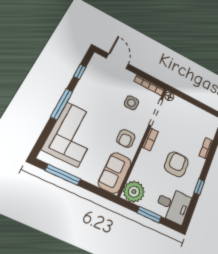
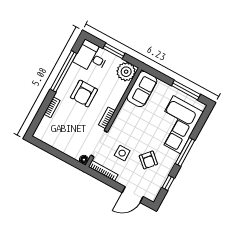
door: (117, 61) -> (133, 195), hinge flipped
armchair: (126, 138) -> (148, 160), moved, turned 132
window: (199, 187) -> (64, 71), width x3.17

